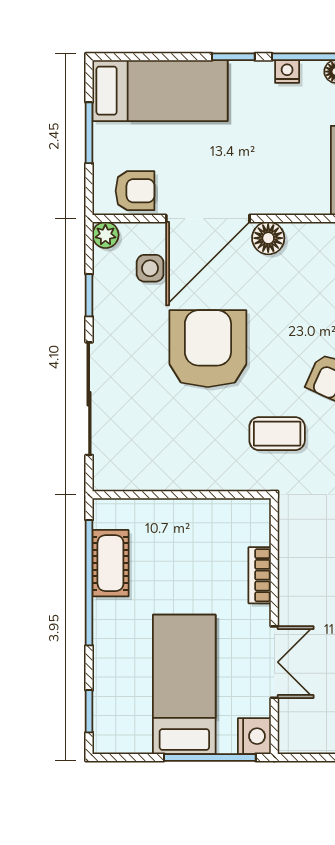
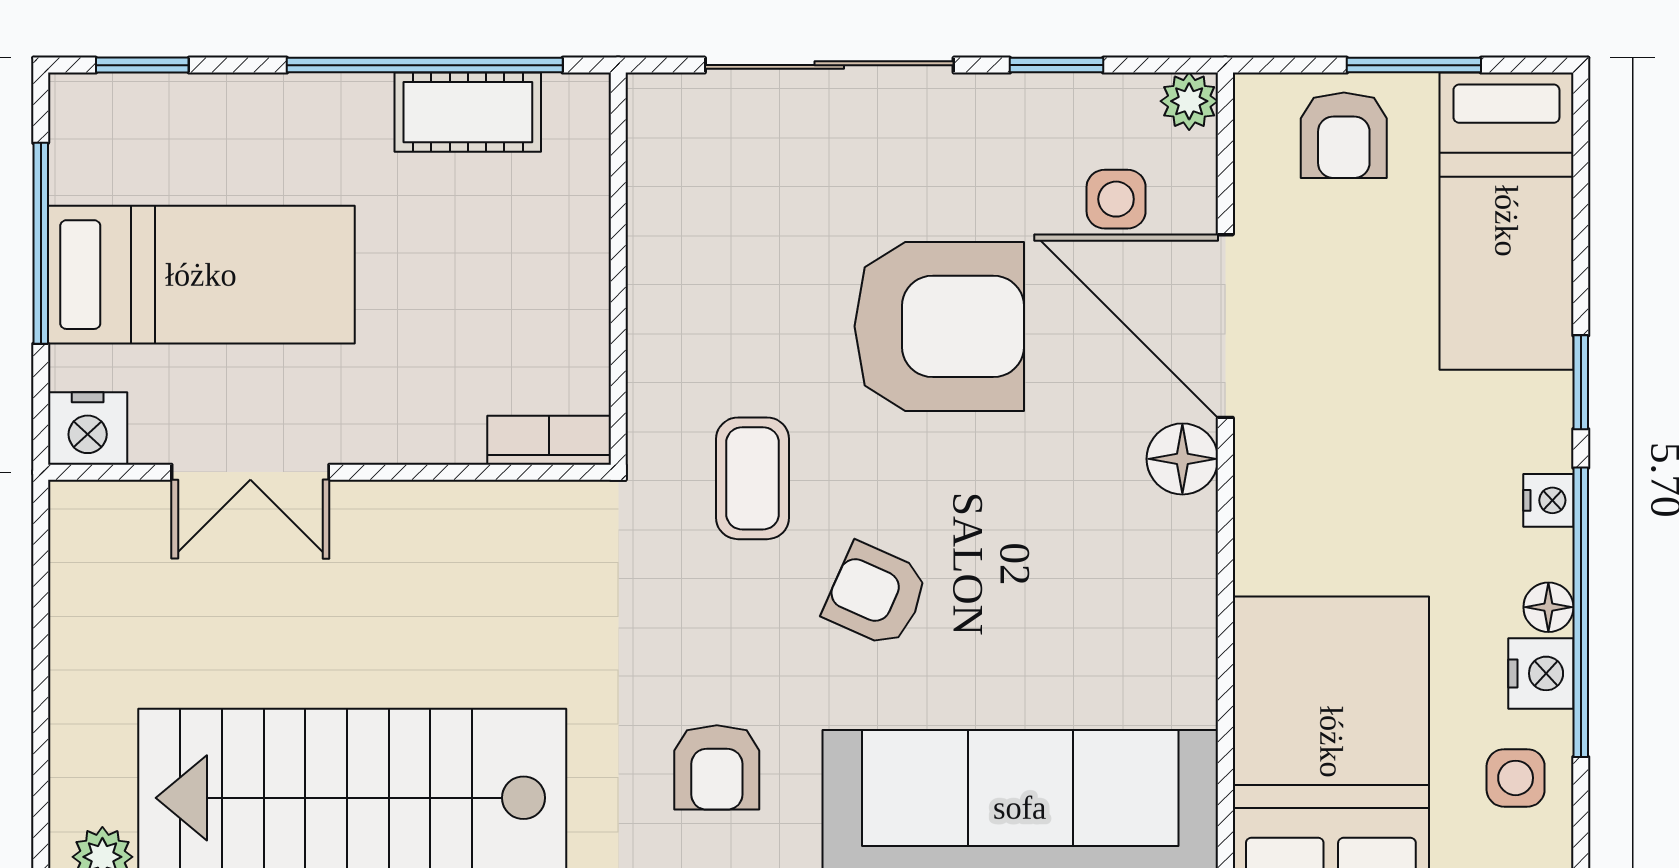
armchair: (135, 191) -> (1344, 135), moved
bookcase: (260, 575) -> (549, 440), moved
window: (210, 757) -> (41, 243), moved

